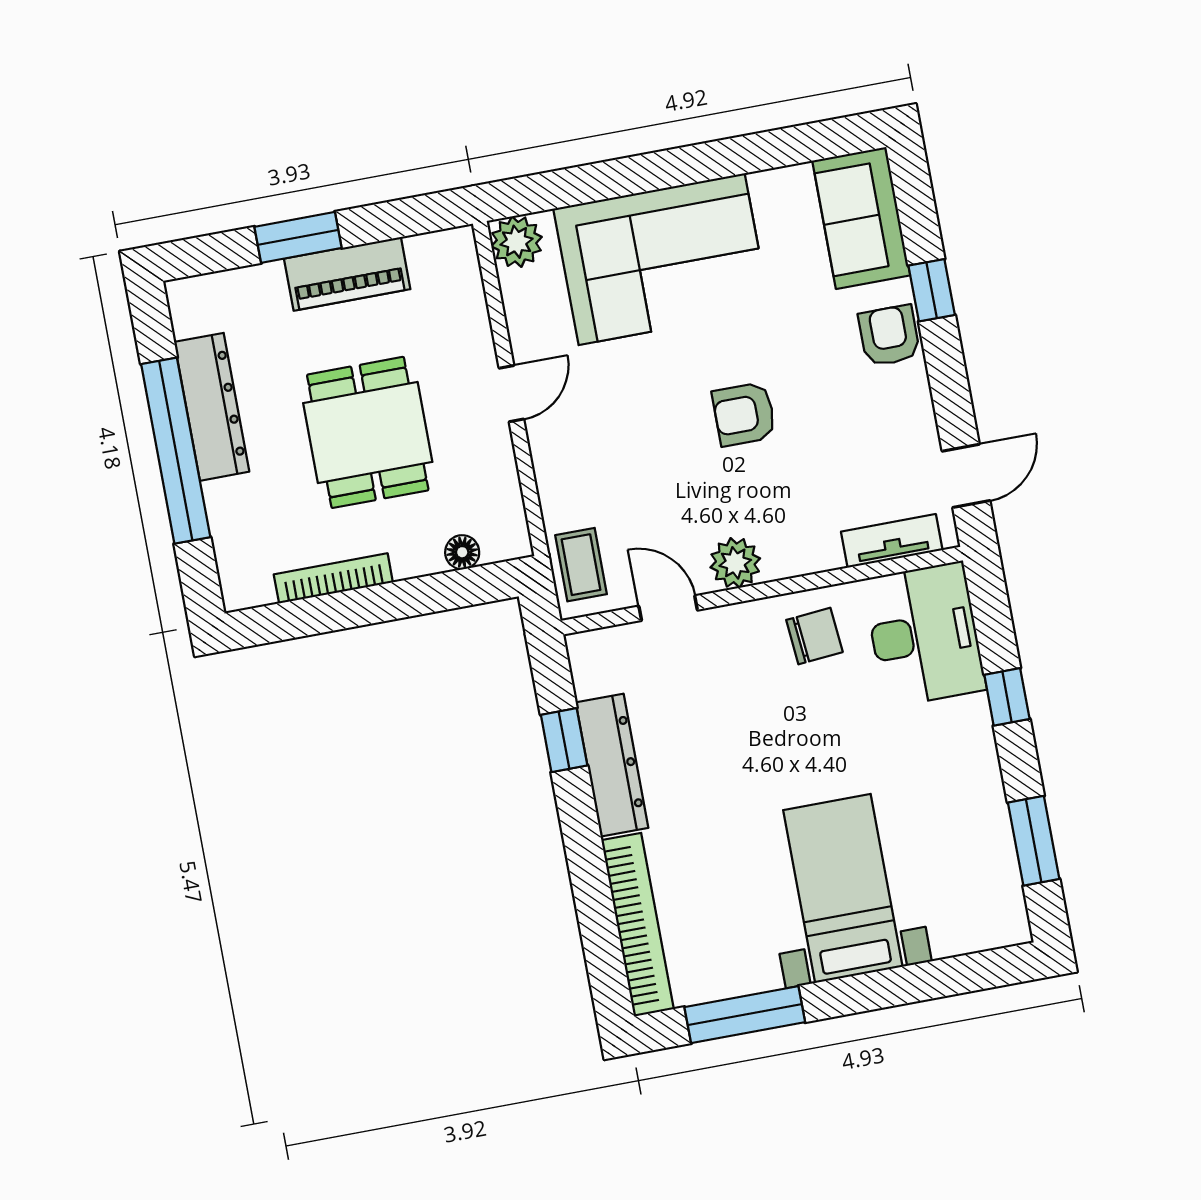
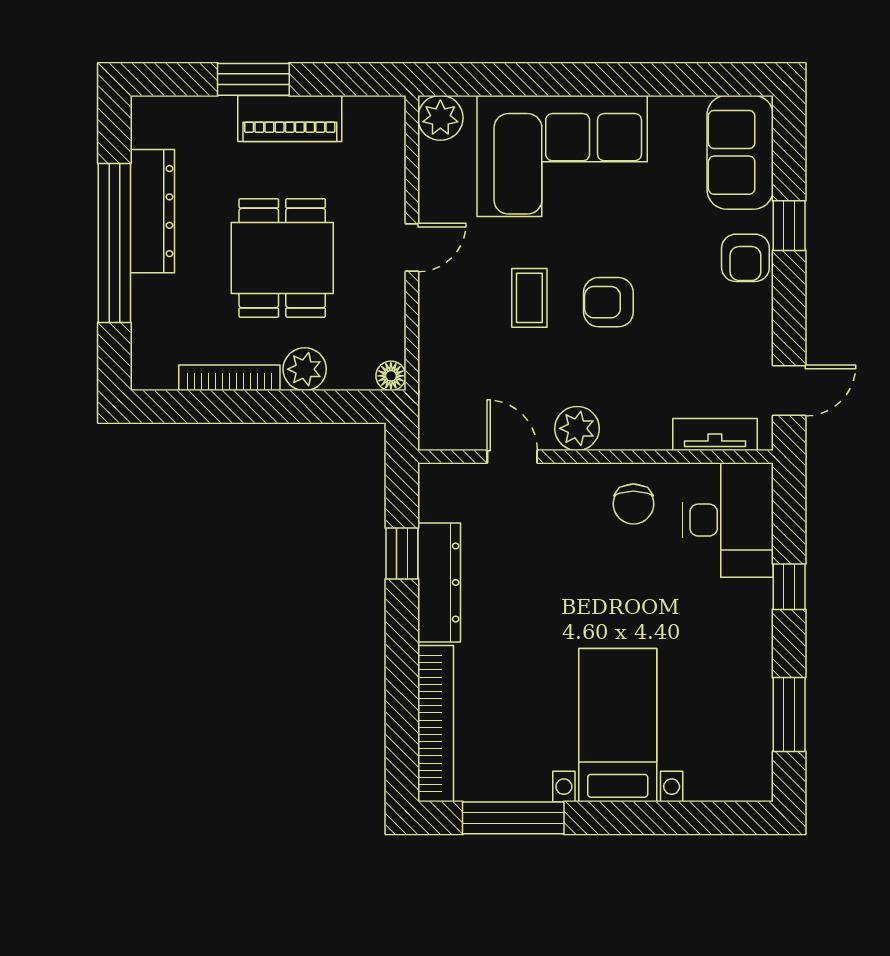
armchair: (889, 336) -> (745, 258), turned 180
floor lamp: (462, 552) -> (391, 376), moved
plant: (416, 553) -> (305, 369), added
coffee table: (581, 565) -> (529, 298), moved
chair: (814, 636) -> (633, 504), turned 95

